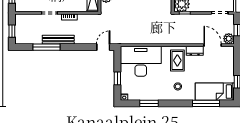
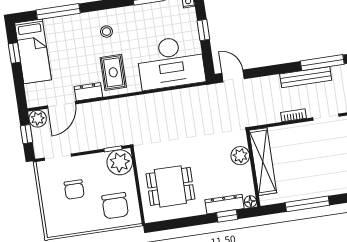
door: (213, 45) -> (61, 105), hinge flipped
door: (103, 47) -> (233, 76), swing flipped
bed: (215, 92) -> (33, 51), moved, turned 90

